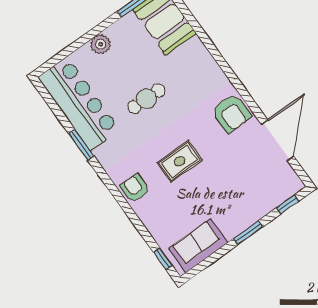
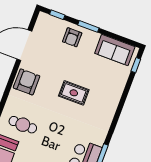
cafe table: (146, 99) -> (23, 125), moved
armchair: (135, 188) -> (72, 37), moved

